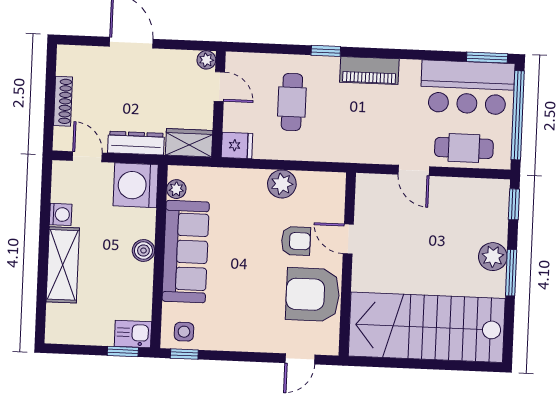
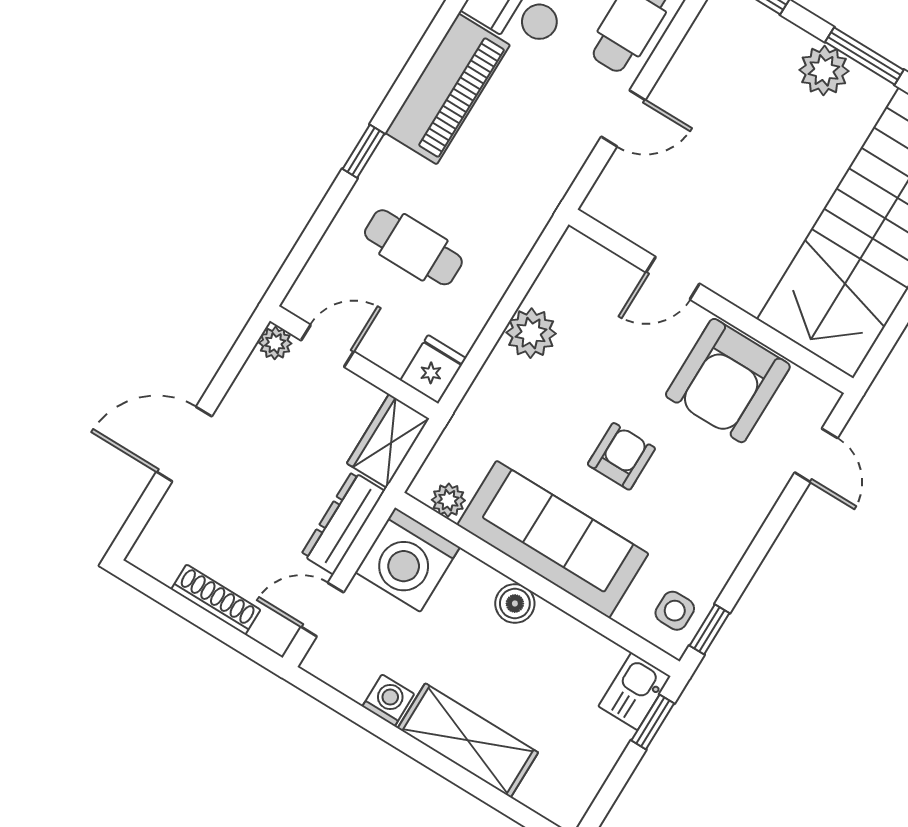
piano: (369, 71) -> (447, 89), width x1.37, depth x1.33
armchair: (296, 241) -> (621, 456), moved

